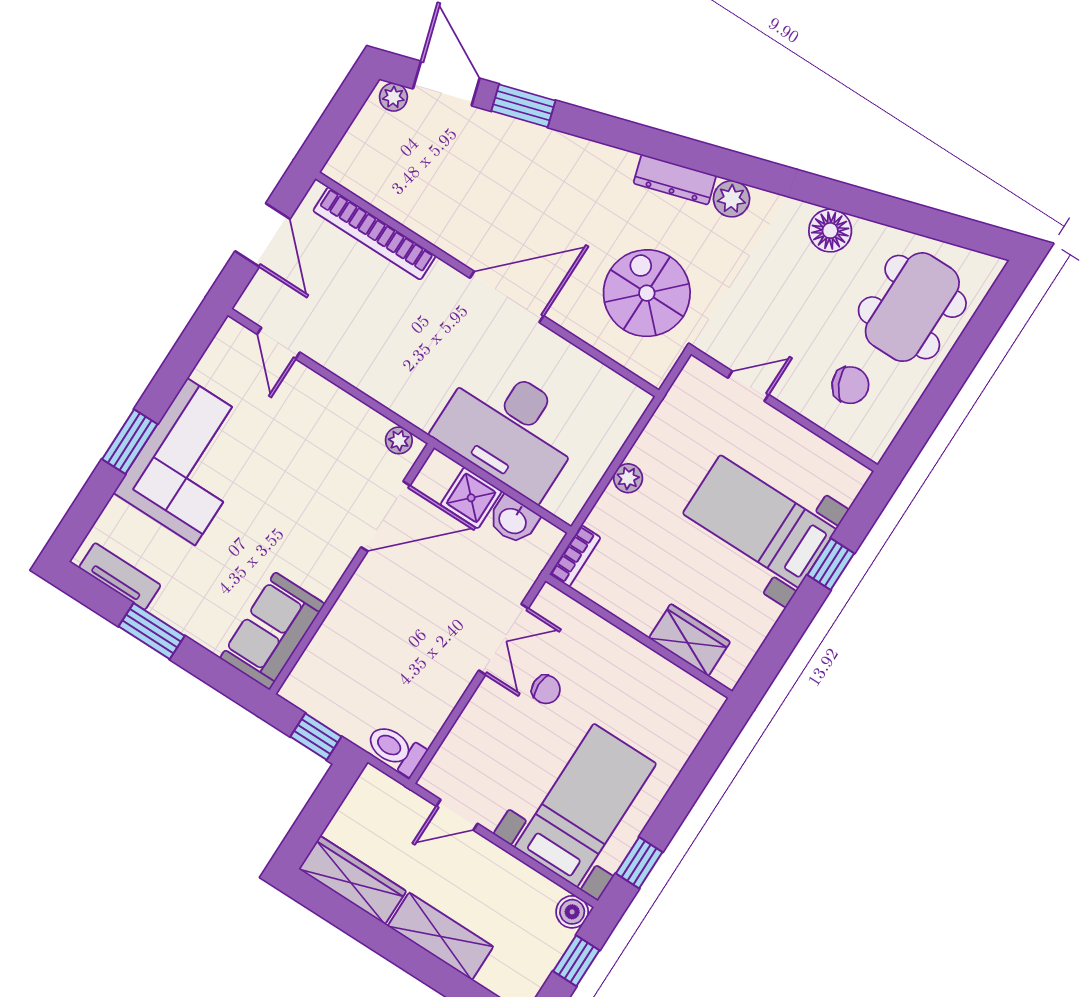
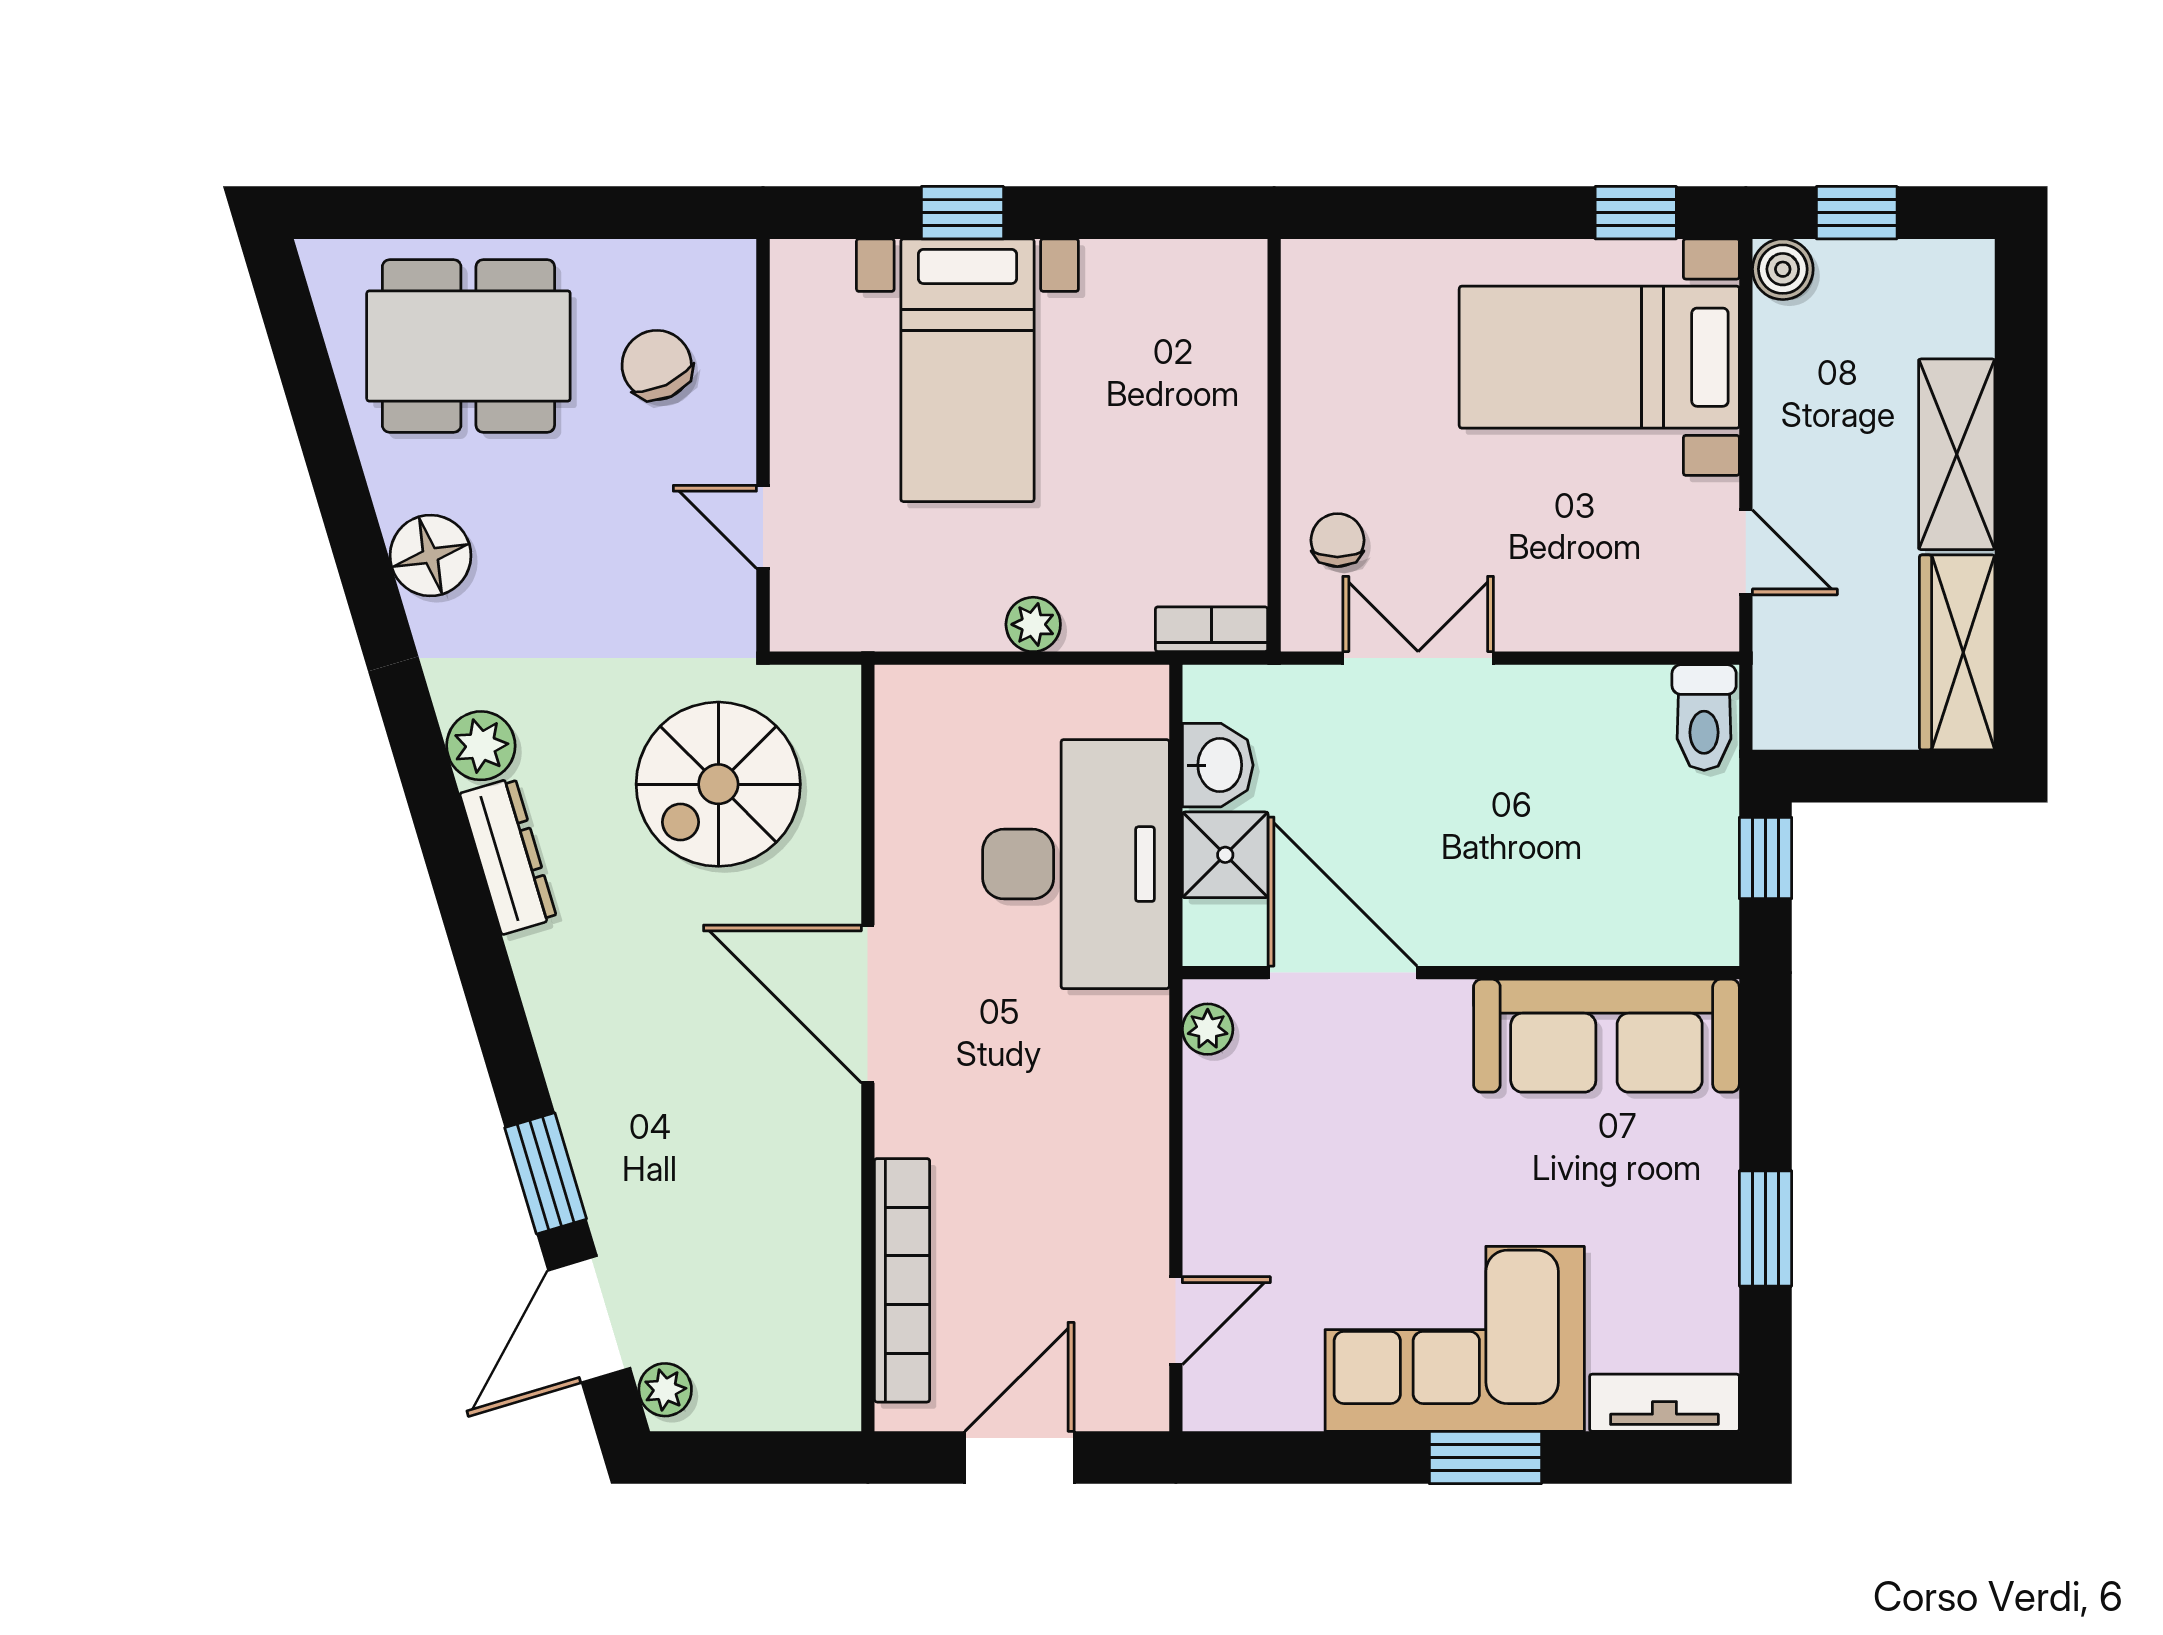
tv unit: (120, 576) -> (1664, 1403), moved, turned 90
sofa: (272, 631) -> (1606, 1036), width x1.36
wardrobe: (689, 640) -> (1229, 360), removed
chair: (546, 689) -> (1337, 540), moved

